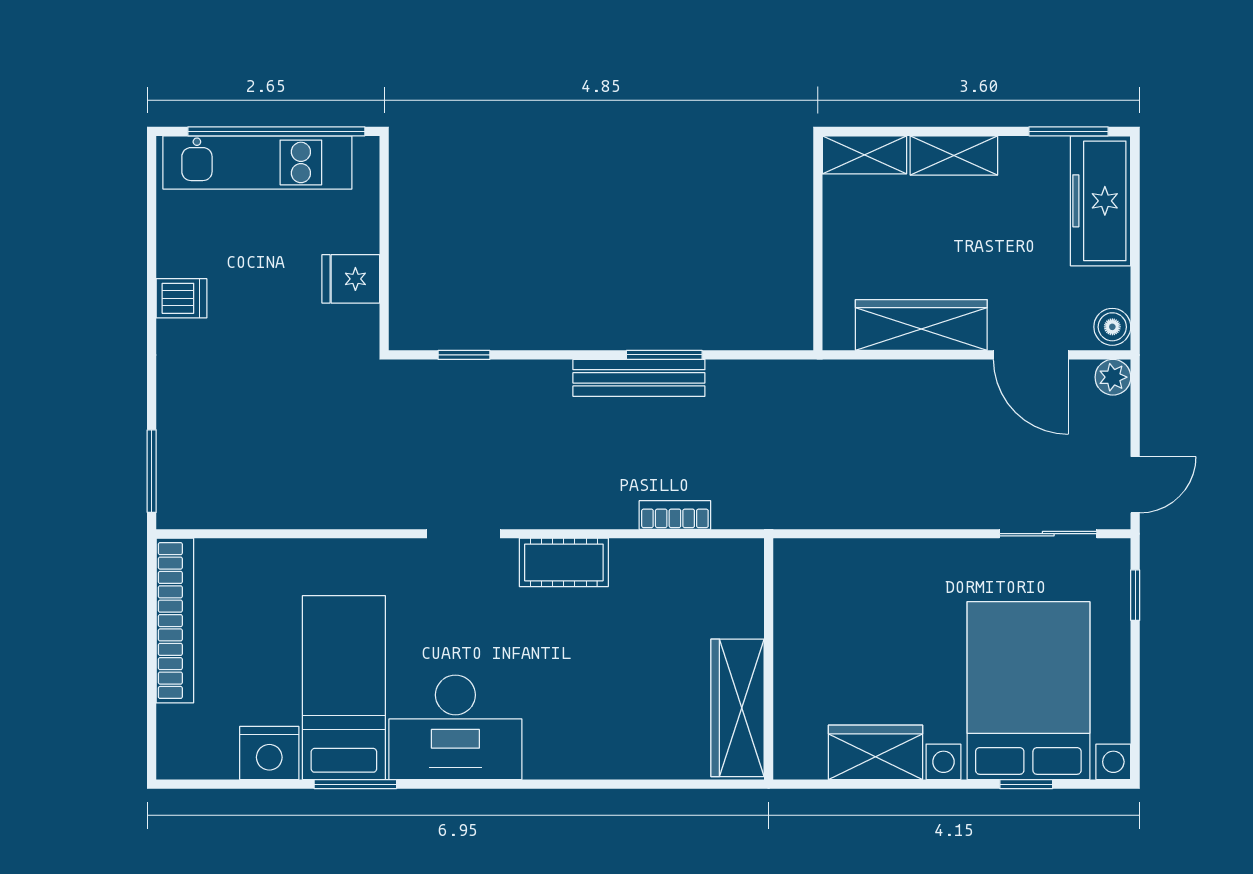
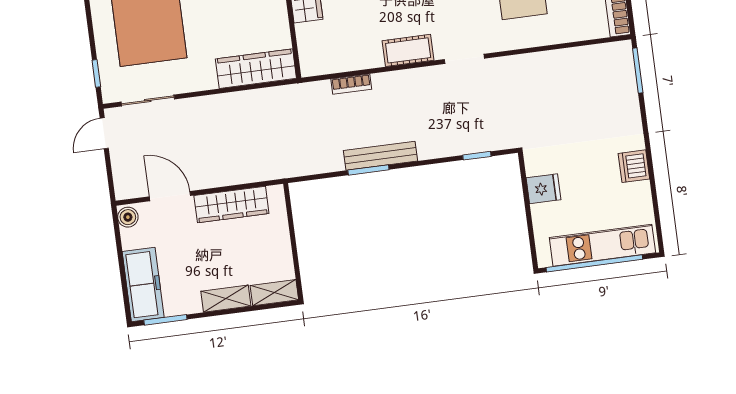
dishwasher: (181, 298) -> (634, 166), width x1.38
plant: (1113, 377) -> (124, 190), removed
wardrobe: (844, 566) -> (256, 69), added

